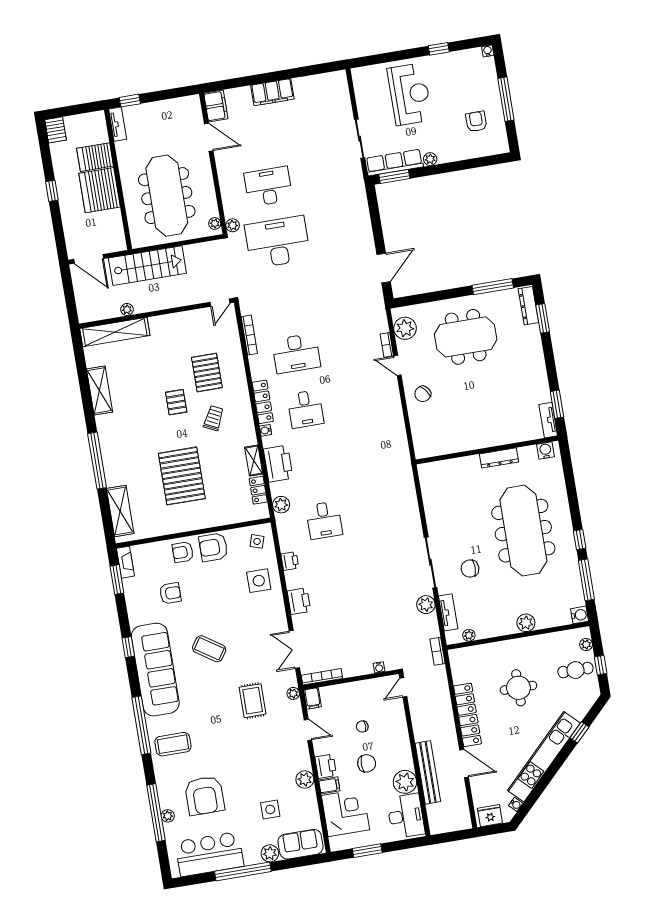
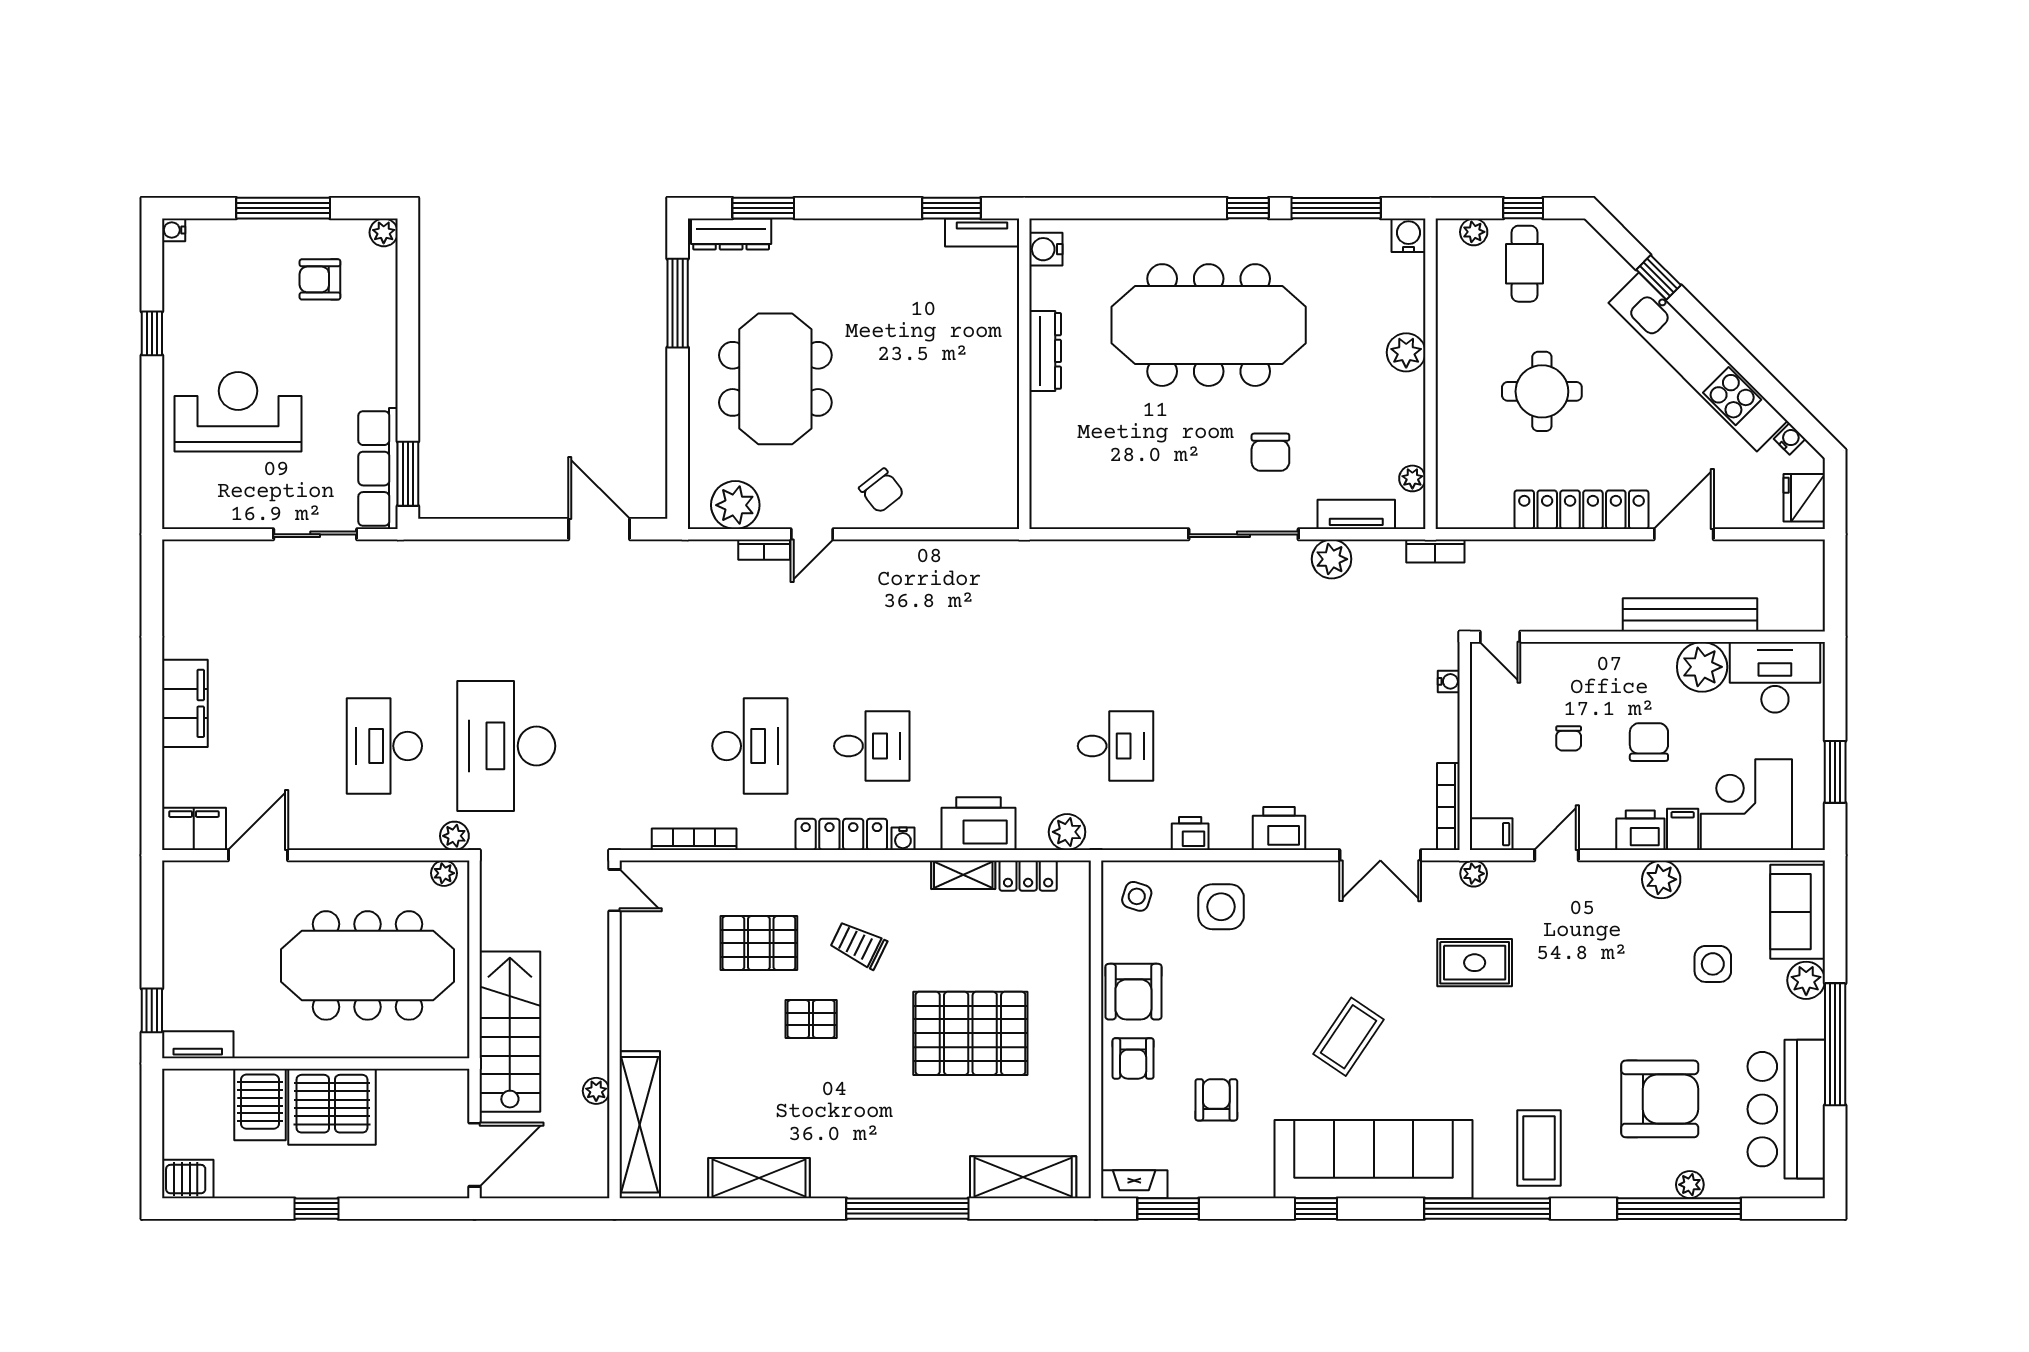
plant: (430, 159) -> (384, 232), moved

